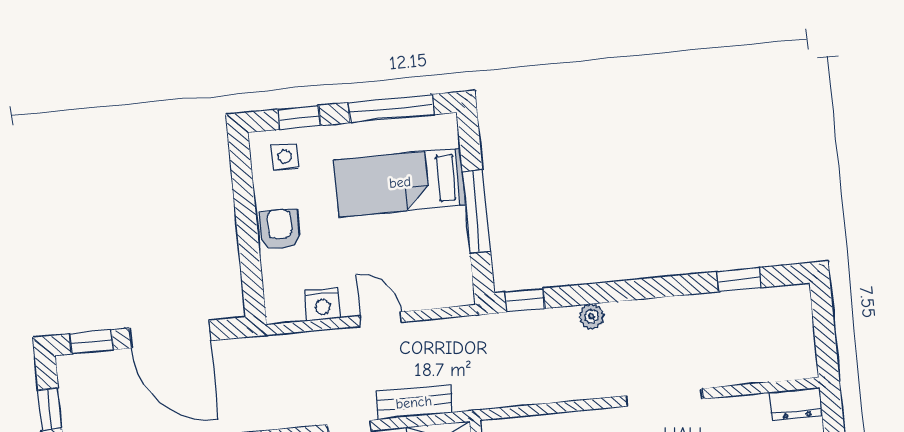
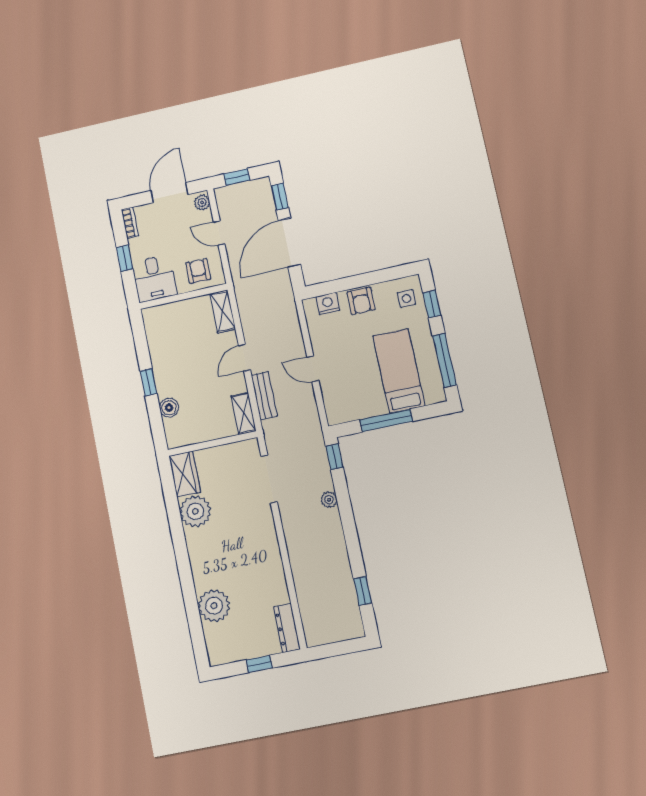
armchair: (280, 229) -> (361, 301), turned 90
nightstand: (323, 304) -> (328, 303), moved, turned 90
door: (381, 319) -> (313, 369), swing flipped
doorway: (664, 397) -> (269, 479), moved
dresser: (796, 404) -> (287, 628), width x1.44

